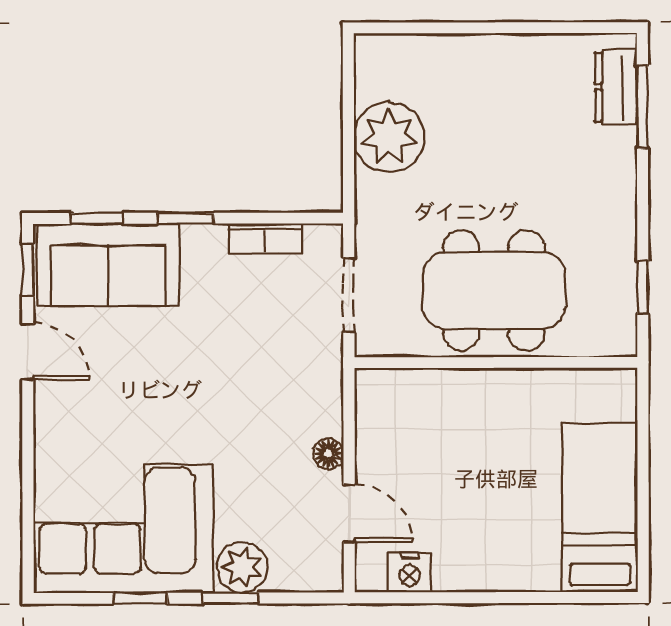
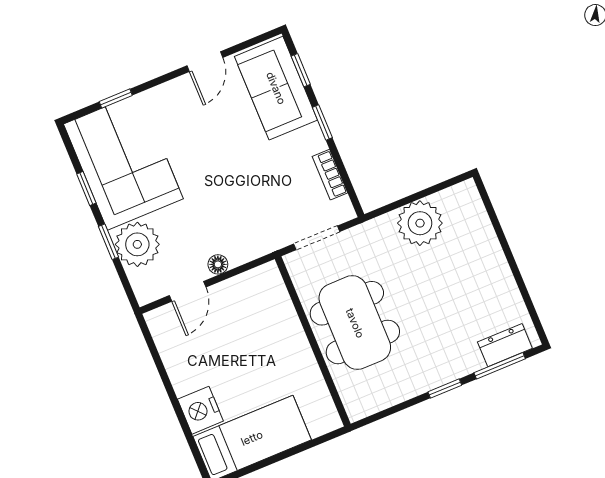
window: (28, 270) -> (116, 99), moved
window: (643, 287) -> (445, 389), moved
plant: (242, 567) -> (137, 244), width x1.36, depth x1.36
nightstand: (410, 572) -> (200, 410), moved, width x1.36, depth x1.33

